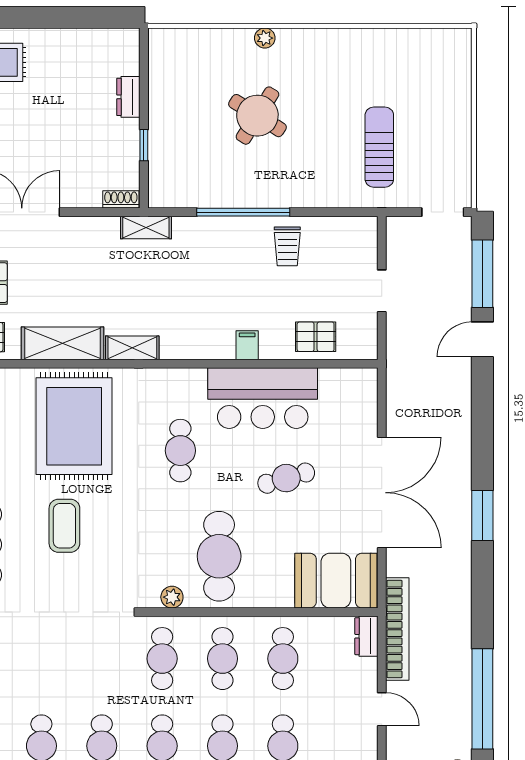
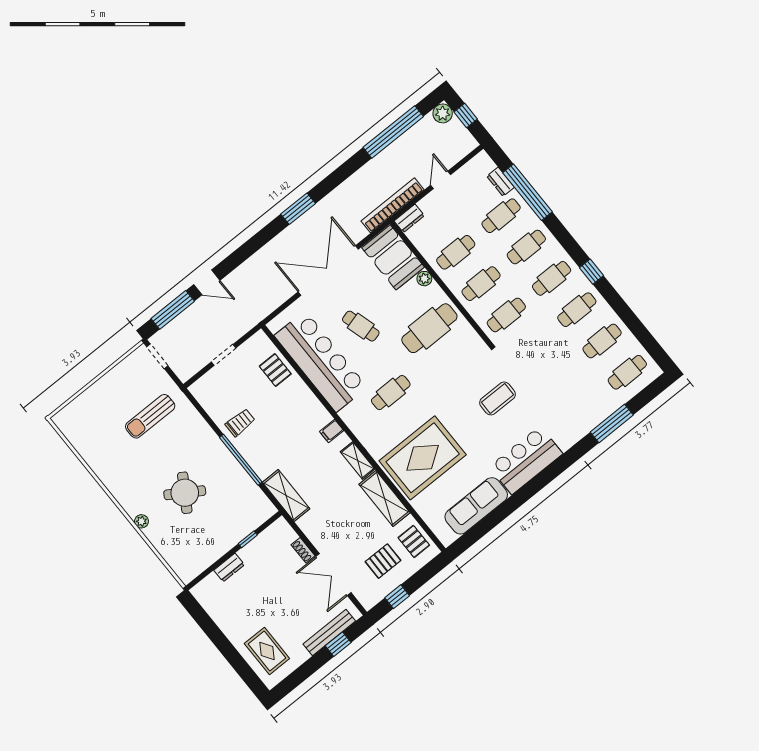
shoe rack: (121, 199) -> (303, 550), moved
shelving: (146, 227) -> (286, 496), width x1.50, depth x1.33
filing cabinet: (247, 345) -> (332, 431), moved
bar counter: (263, 398) -> (321, 361), width x1.36
coffee table: (64, 526) -> (498, 398), moved
plant: (172, 597) -> (424, 279), moved

